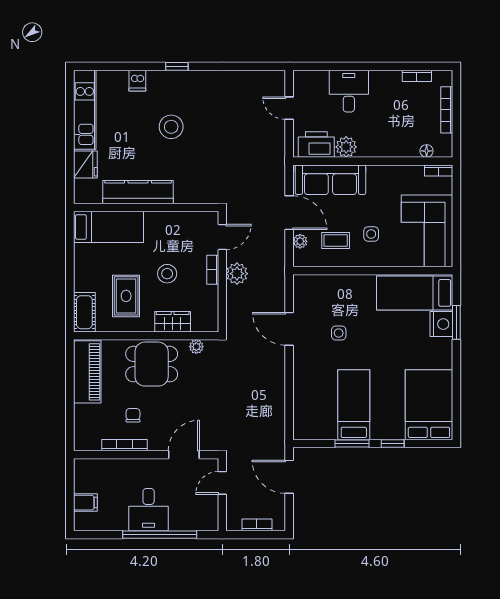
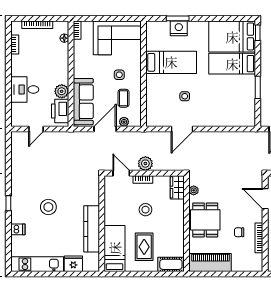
bed: (415, 293) -> (171, 62), moved, turned -90
rug: (126, 296) -> (144, 247), moved, turned 90
wardrobe: (173, 322) -> (177, 187), moved
bed: (354, 405) -> (232, 64), moved
window: (393, 444) -> (258, 33), moved

